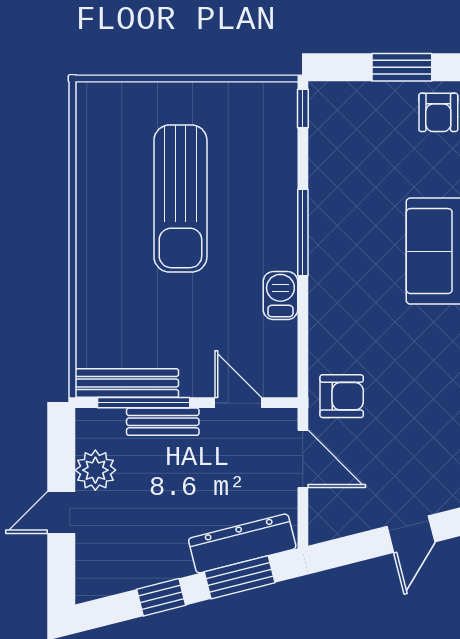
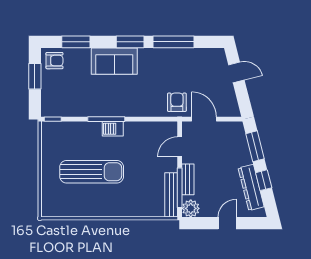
barbecue: (280, 296) -> (113, 129), moved
door: (303, 459) -> (204, 119), hinge flipped
plant: (95, 470) -> (191, 208), moved
door: (61, 512) -> (227, 223), swing flipped
dresser: (242, 543) -> (251, 187), moved

